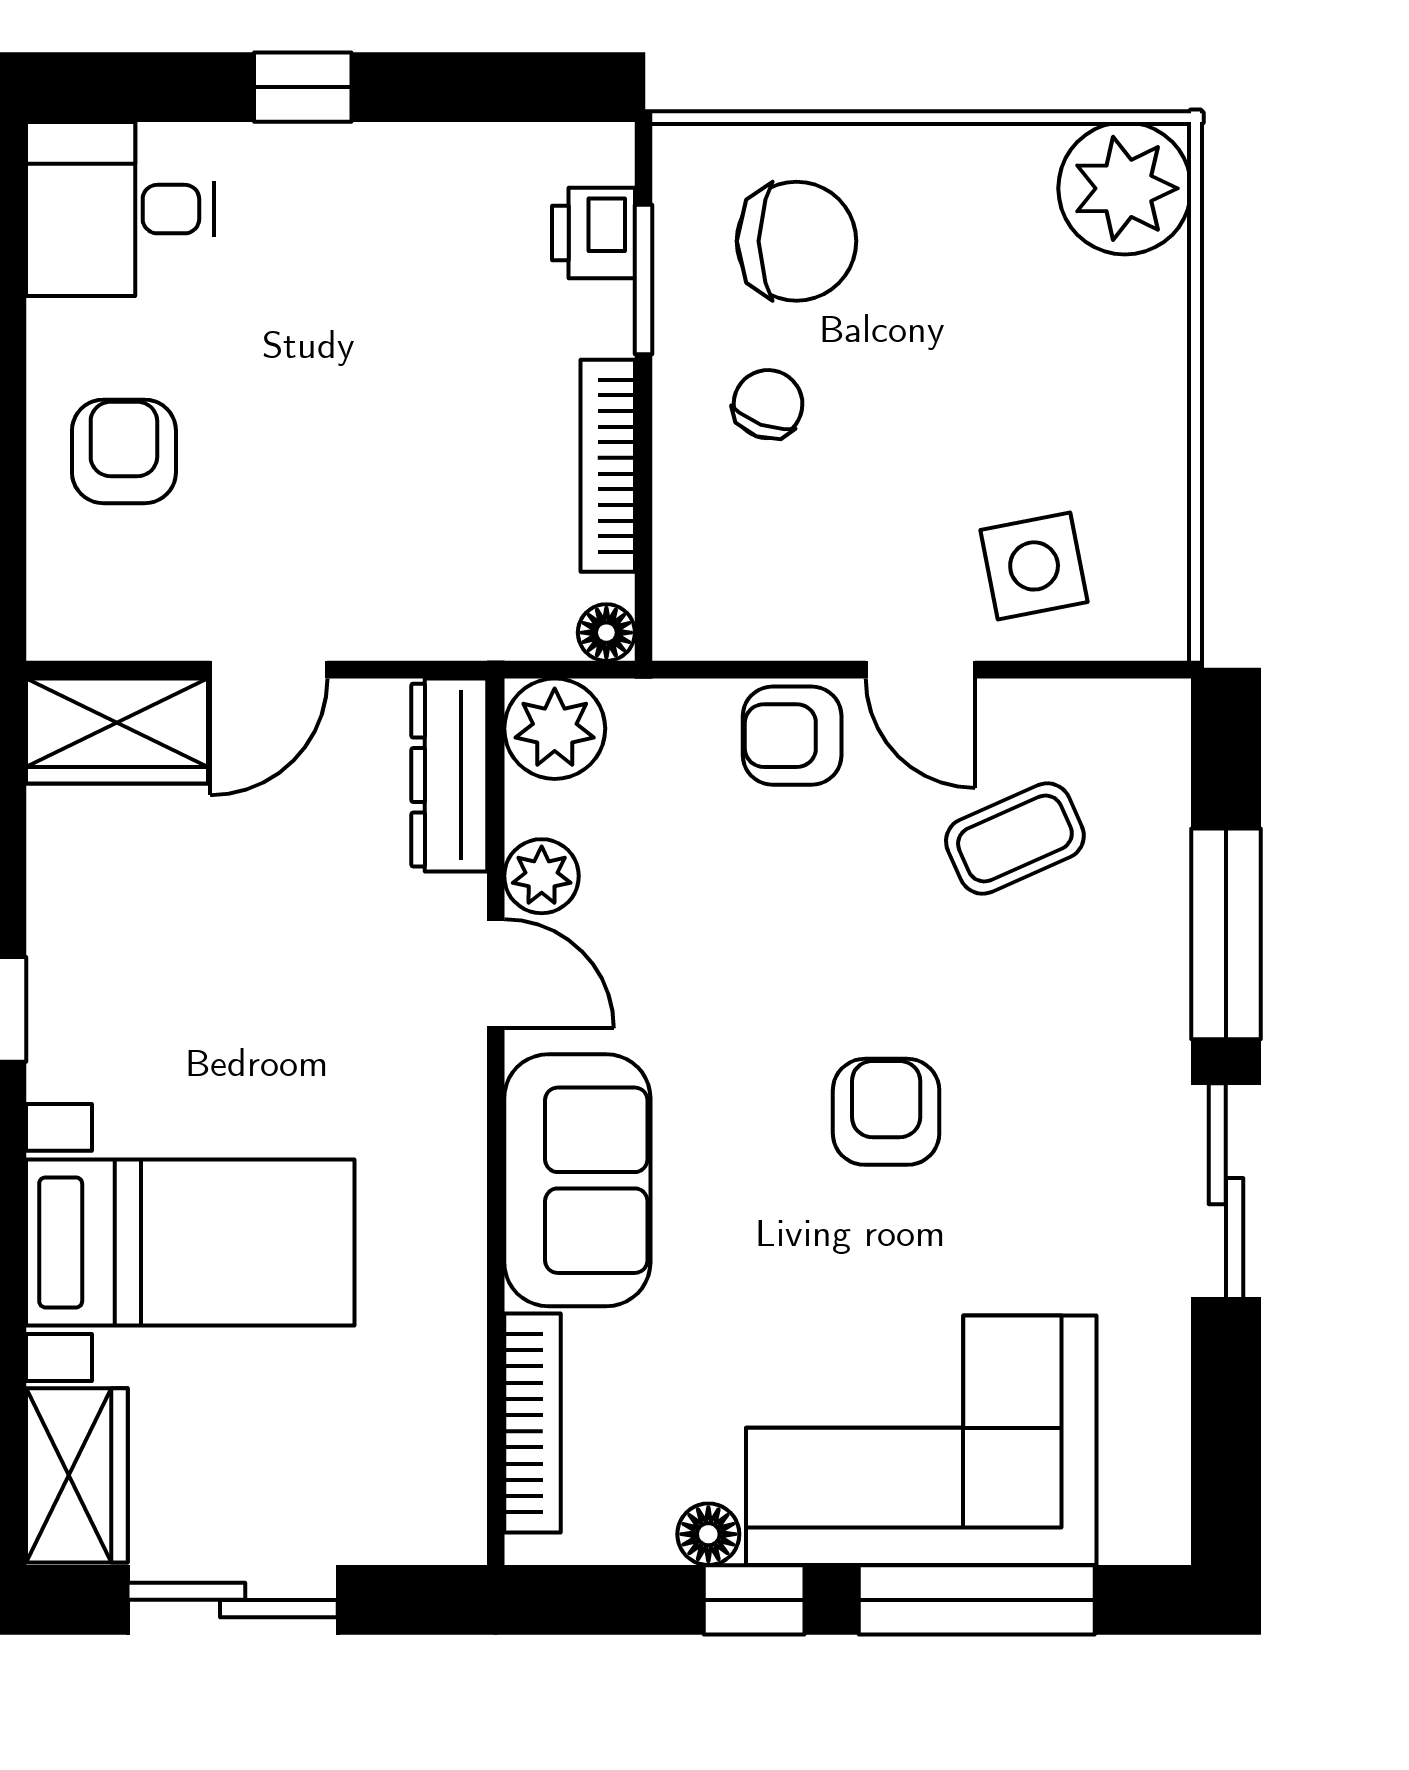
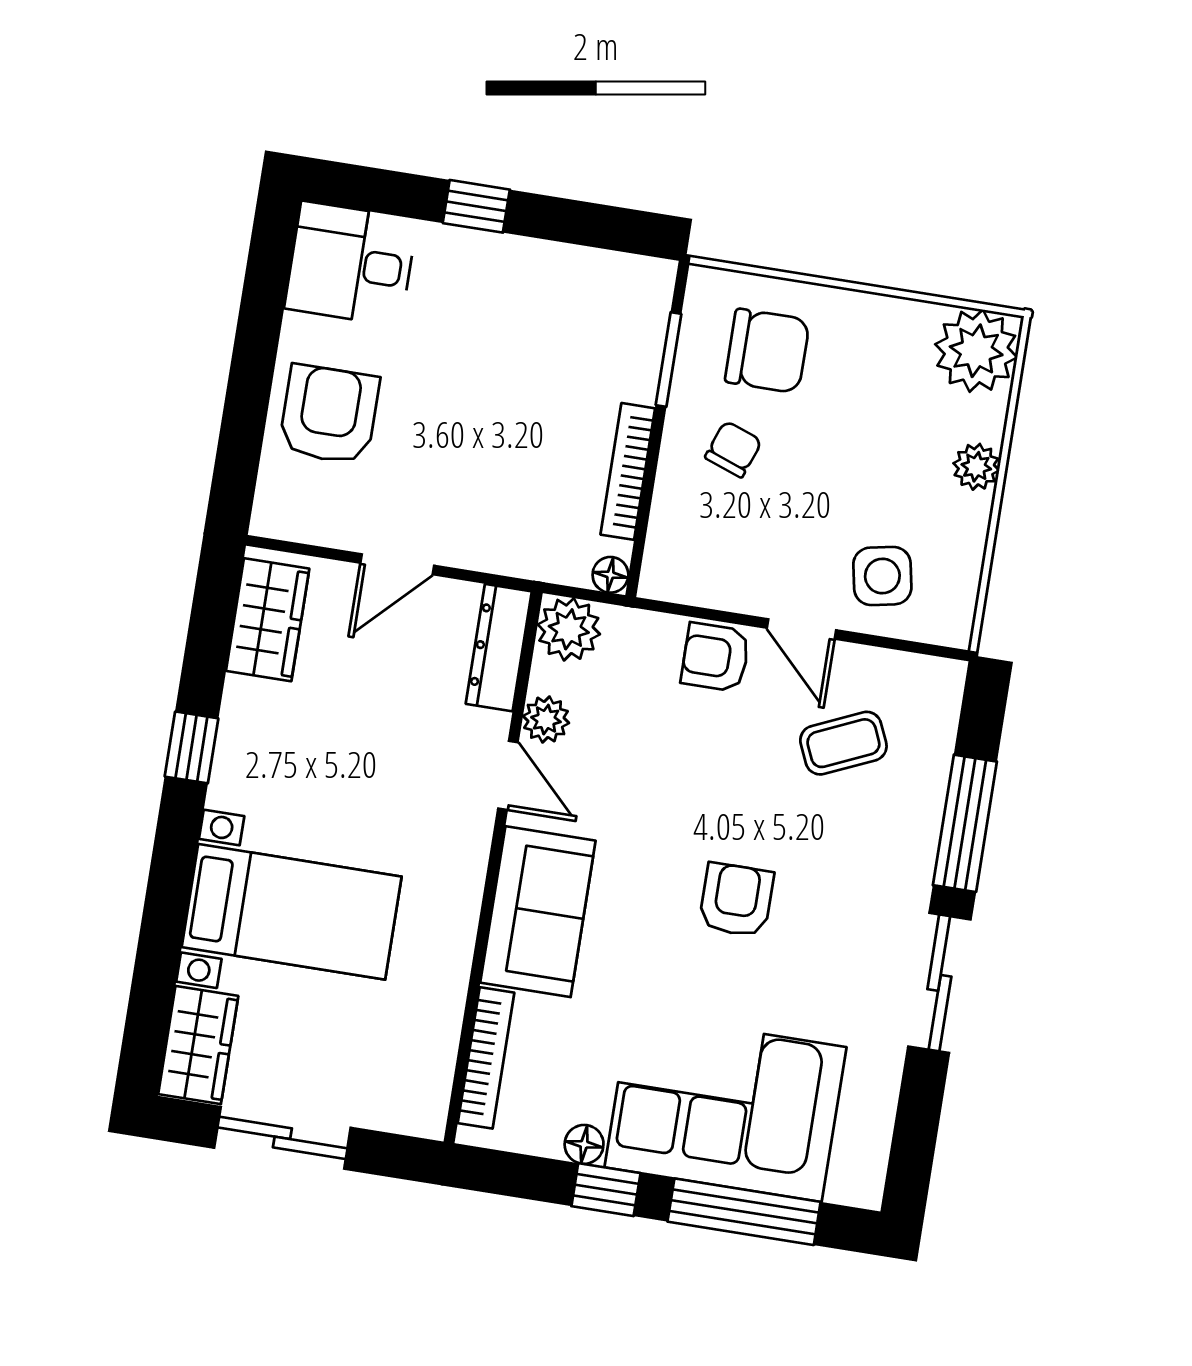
printer: (593, 233) -> (642, 326), removed
plant: (1154, 371) -> (976, 467), added
armchair: (124, 451) -> (329, 415), width x1.38, depth x1.38
wardrobe: (117, 731) -> (268, 620), moved, turned -90

